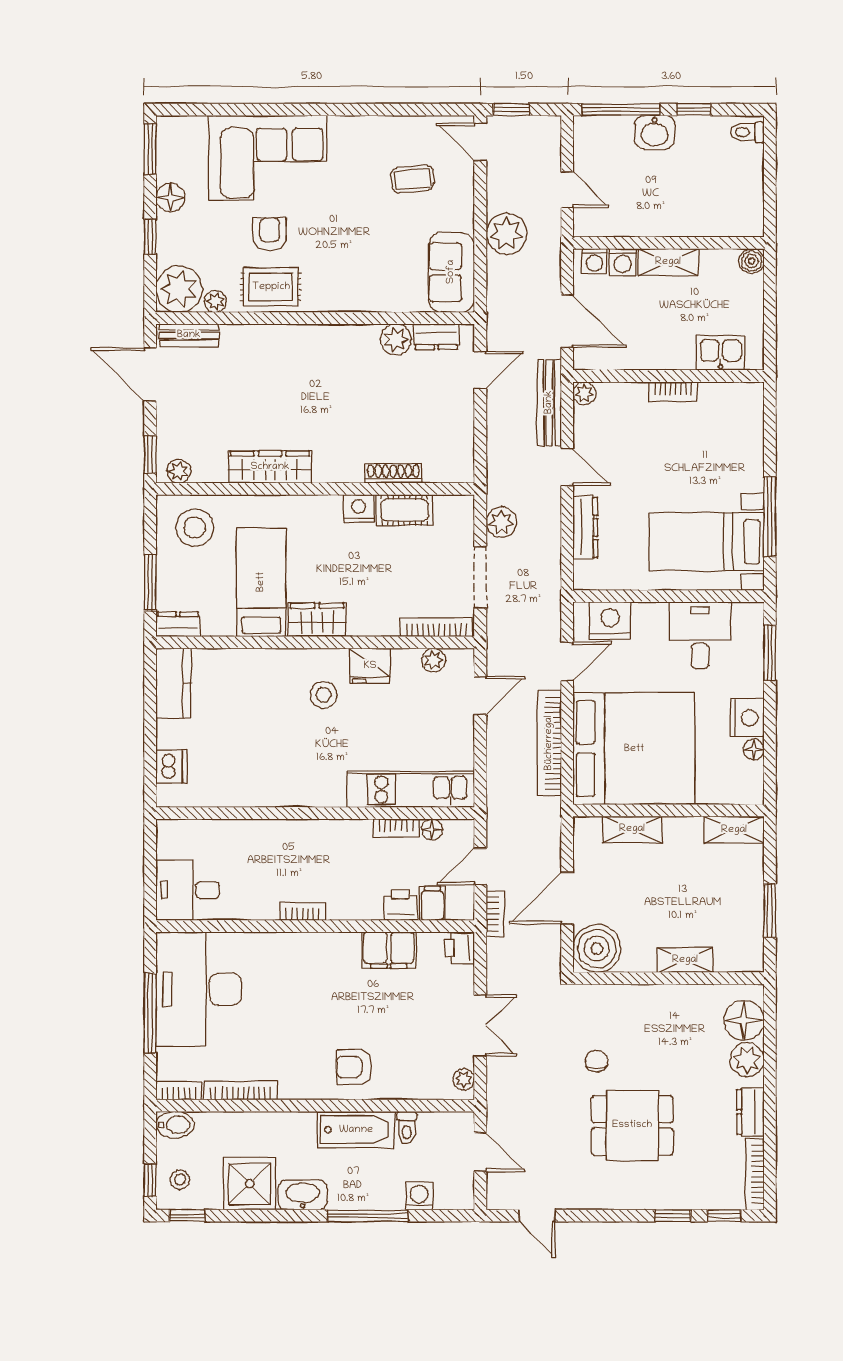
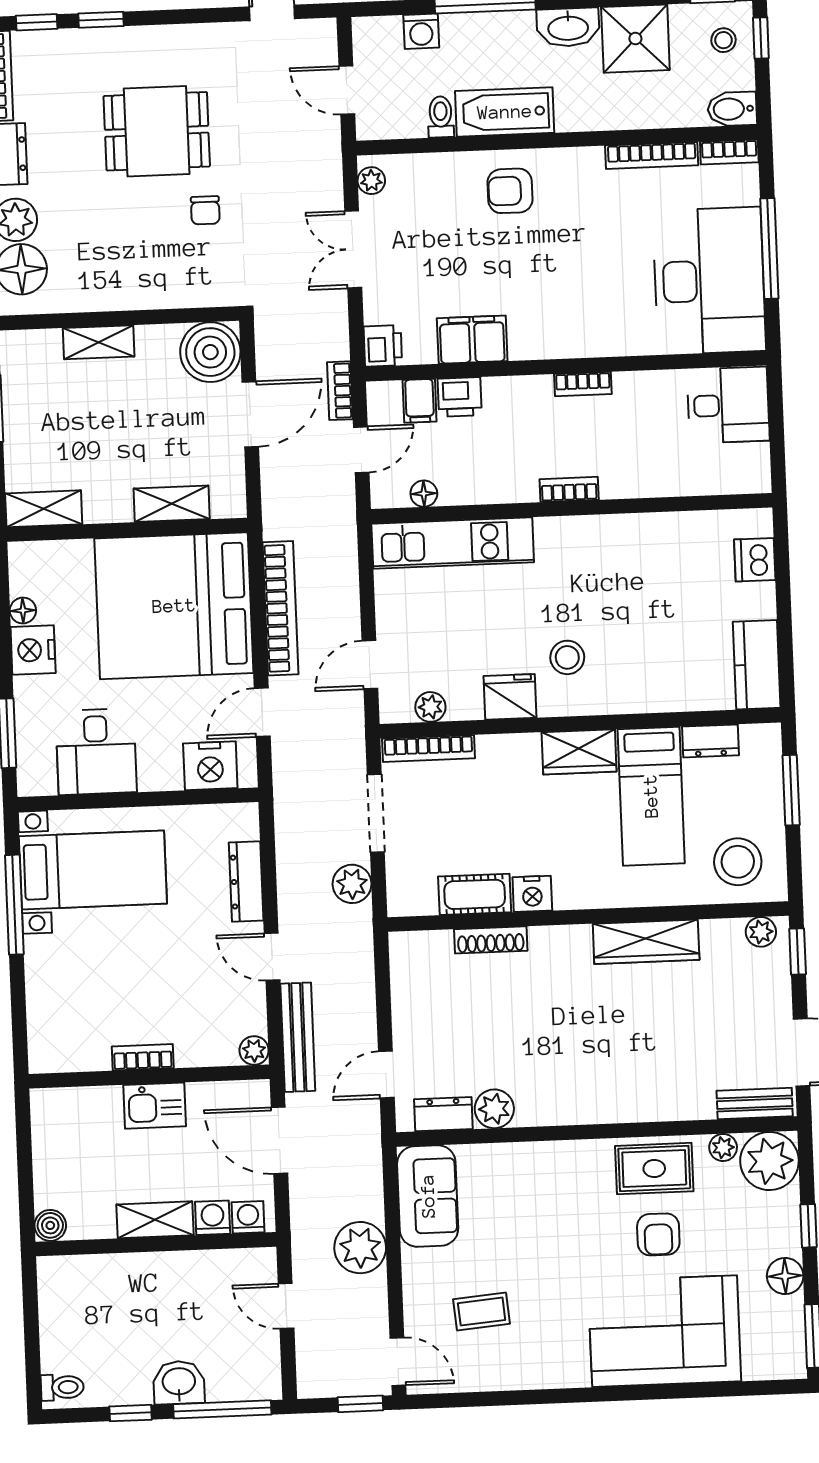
kitchen sink: (721, 353) -> (155, 1106), moved
dresser: (178, 624) -> (710, 741), moved
bookcase: (396, 828) -> (569, 489), moved
armchair: (354, 1067) -> (510, 191), turned 180

